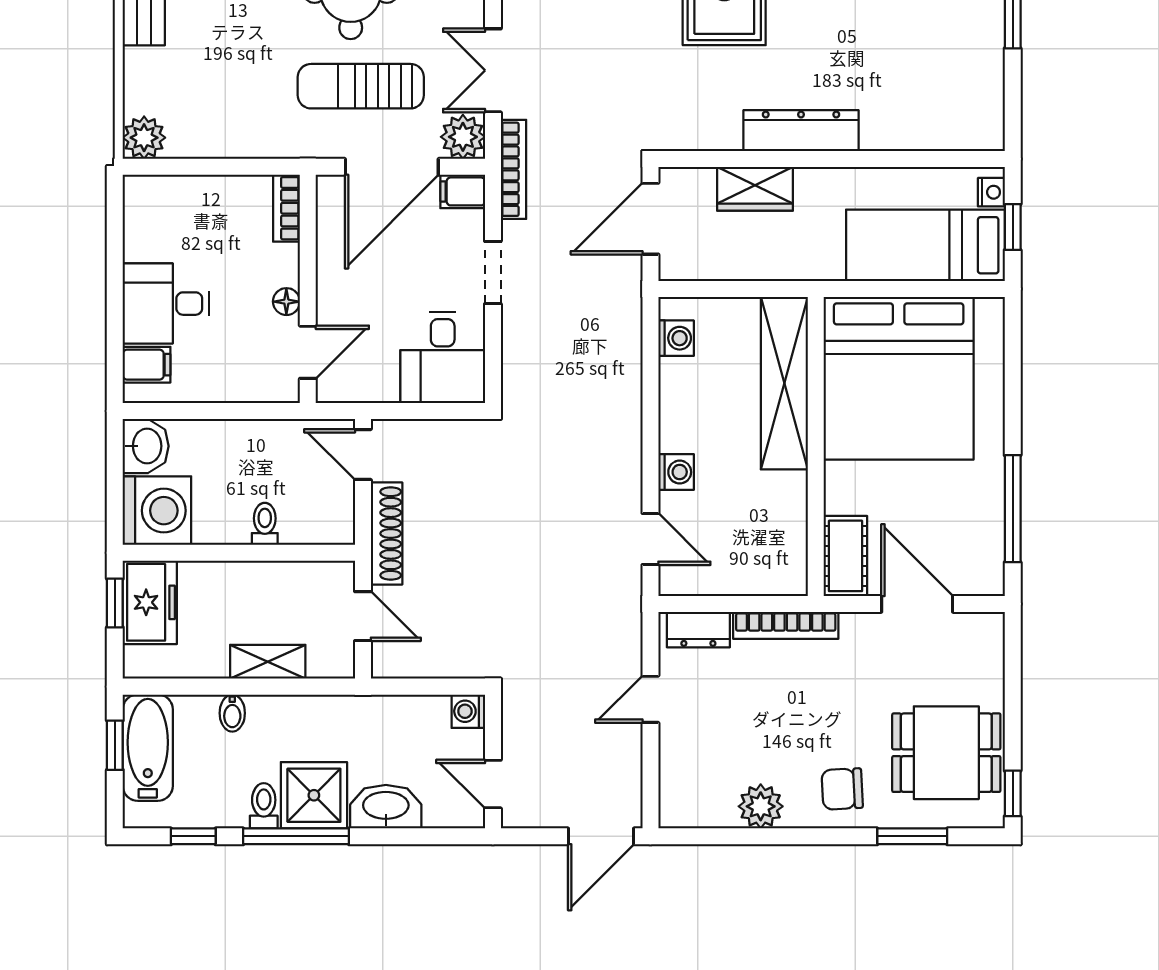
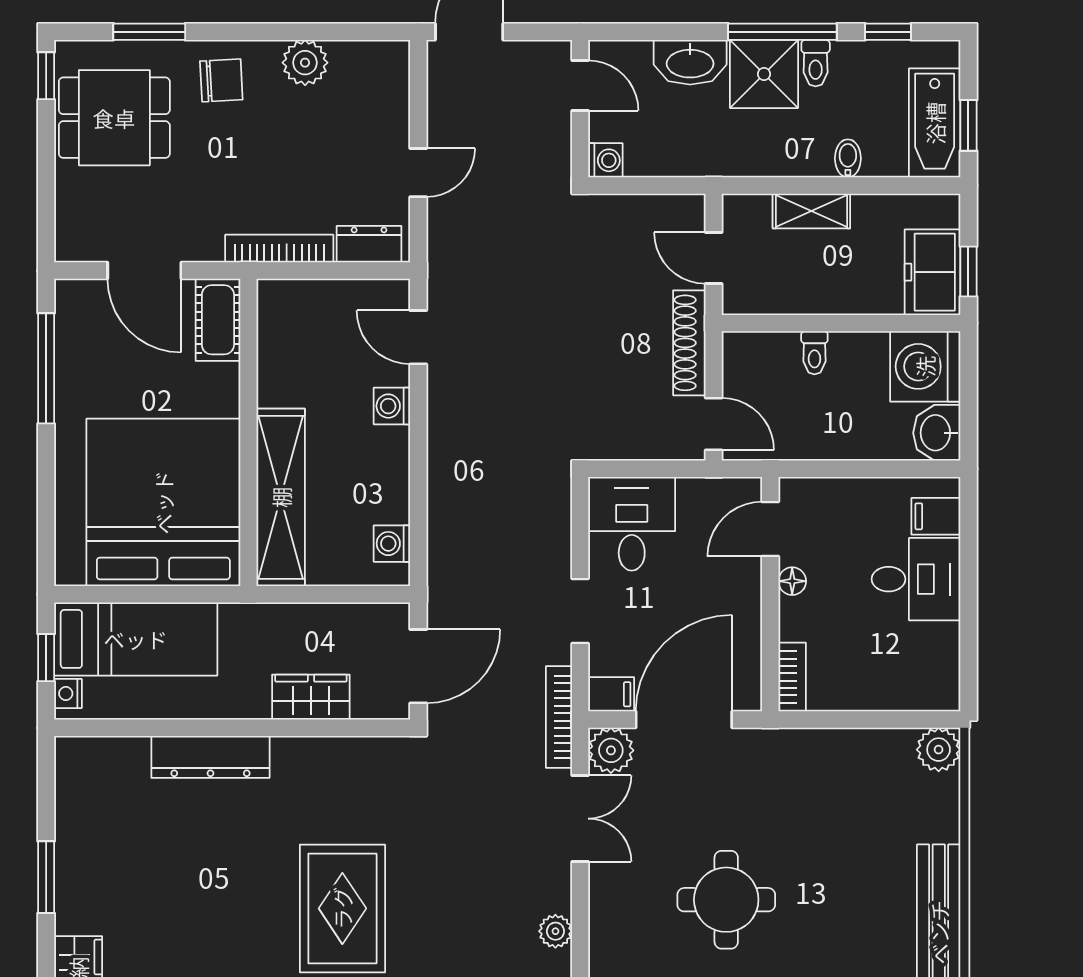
sun lounger: (361, 86) -> (716, 802), removed
dresser: (801, 131) -> (210, 757), moved

